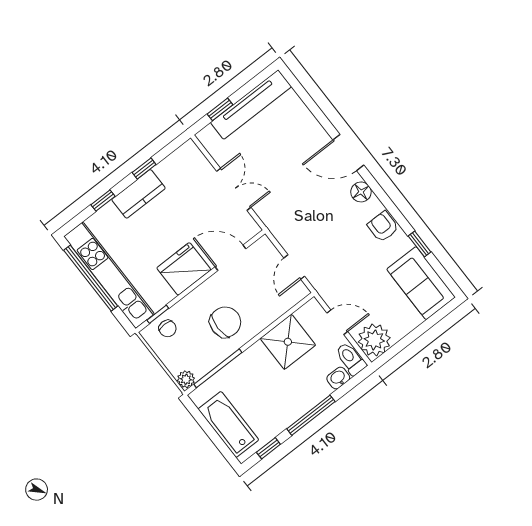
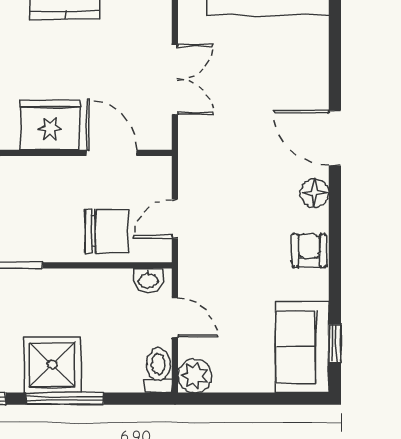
window: (420, 244) -> (335, 343), moved
chair: (225, 322) -> (106, 231), moved
plant: (374, 340) -> (195, 376), width x0.73, depth x0.73
shower: (288, 342) -> (52, 365), moved
washbasin: (338, 378) -> (148, 280), moved, turned 180

